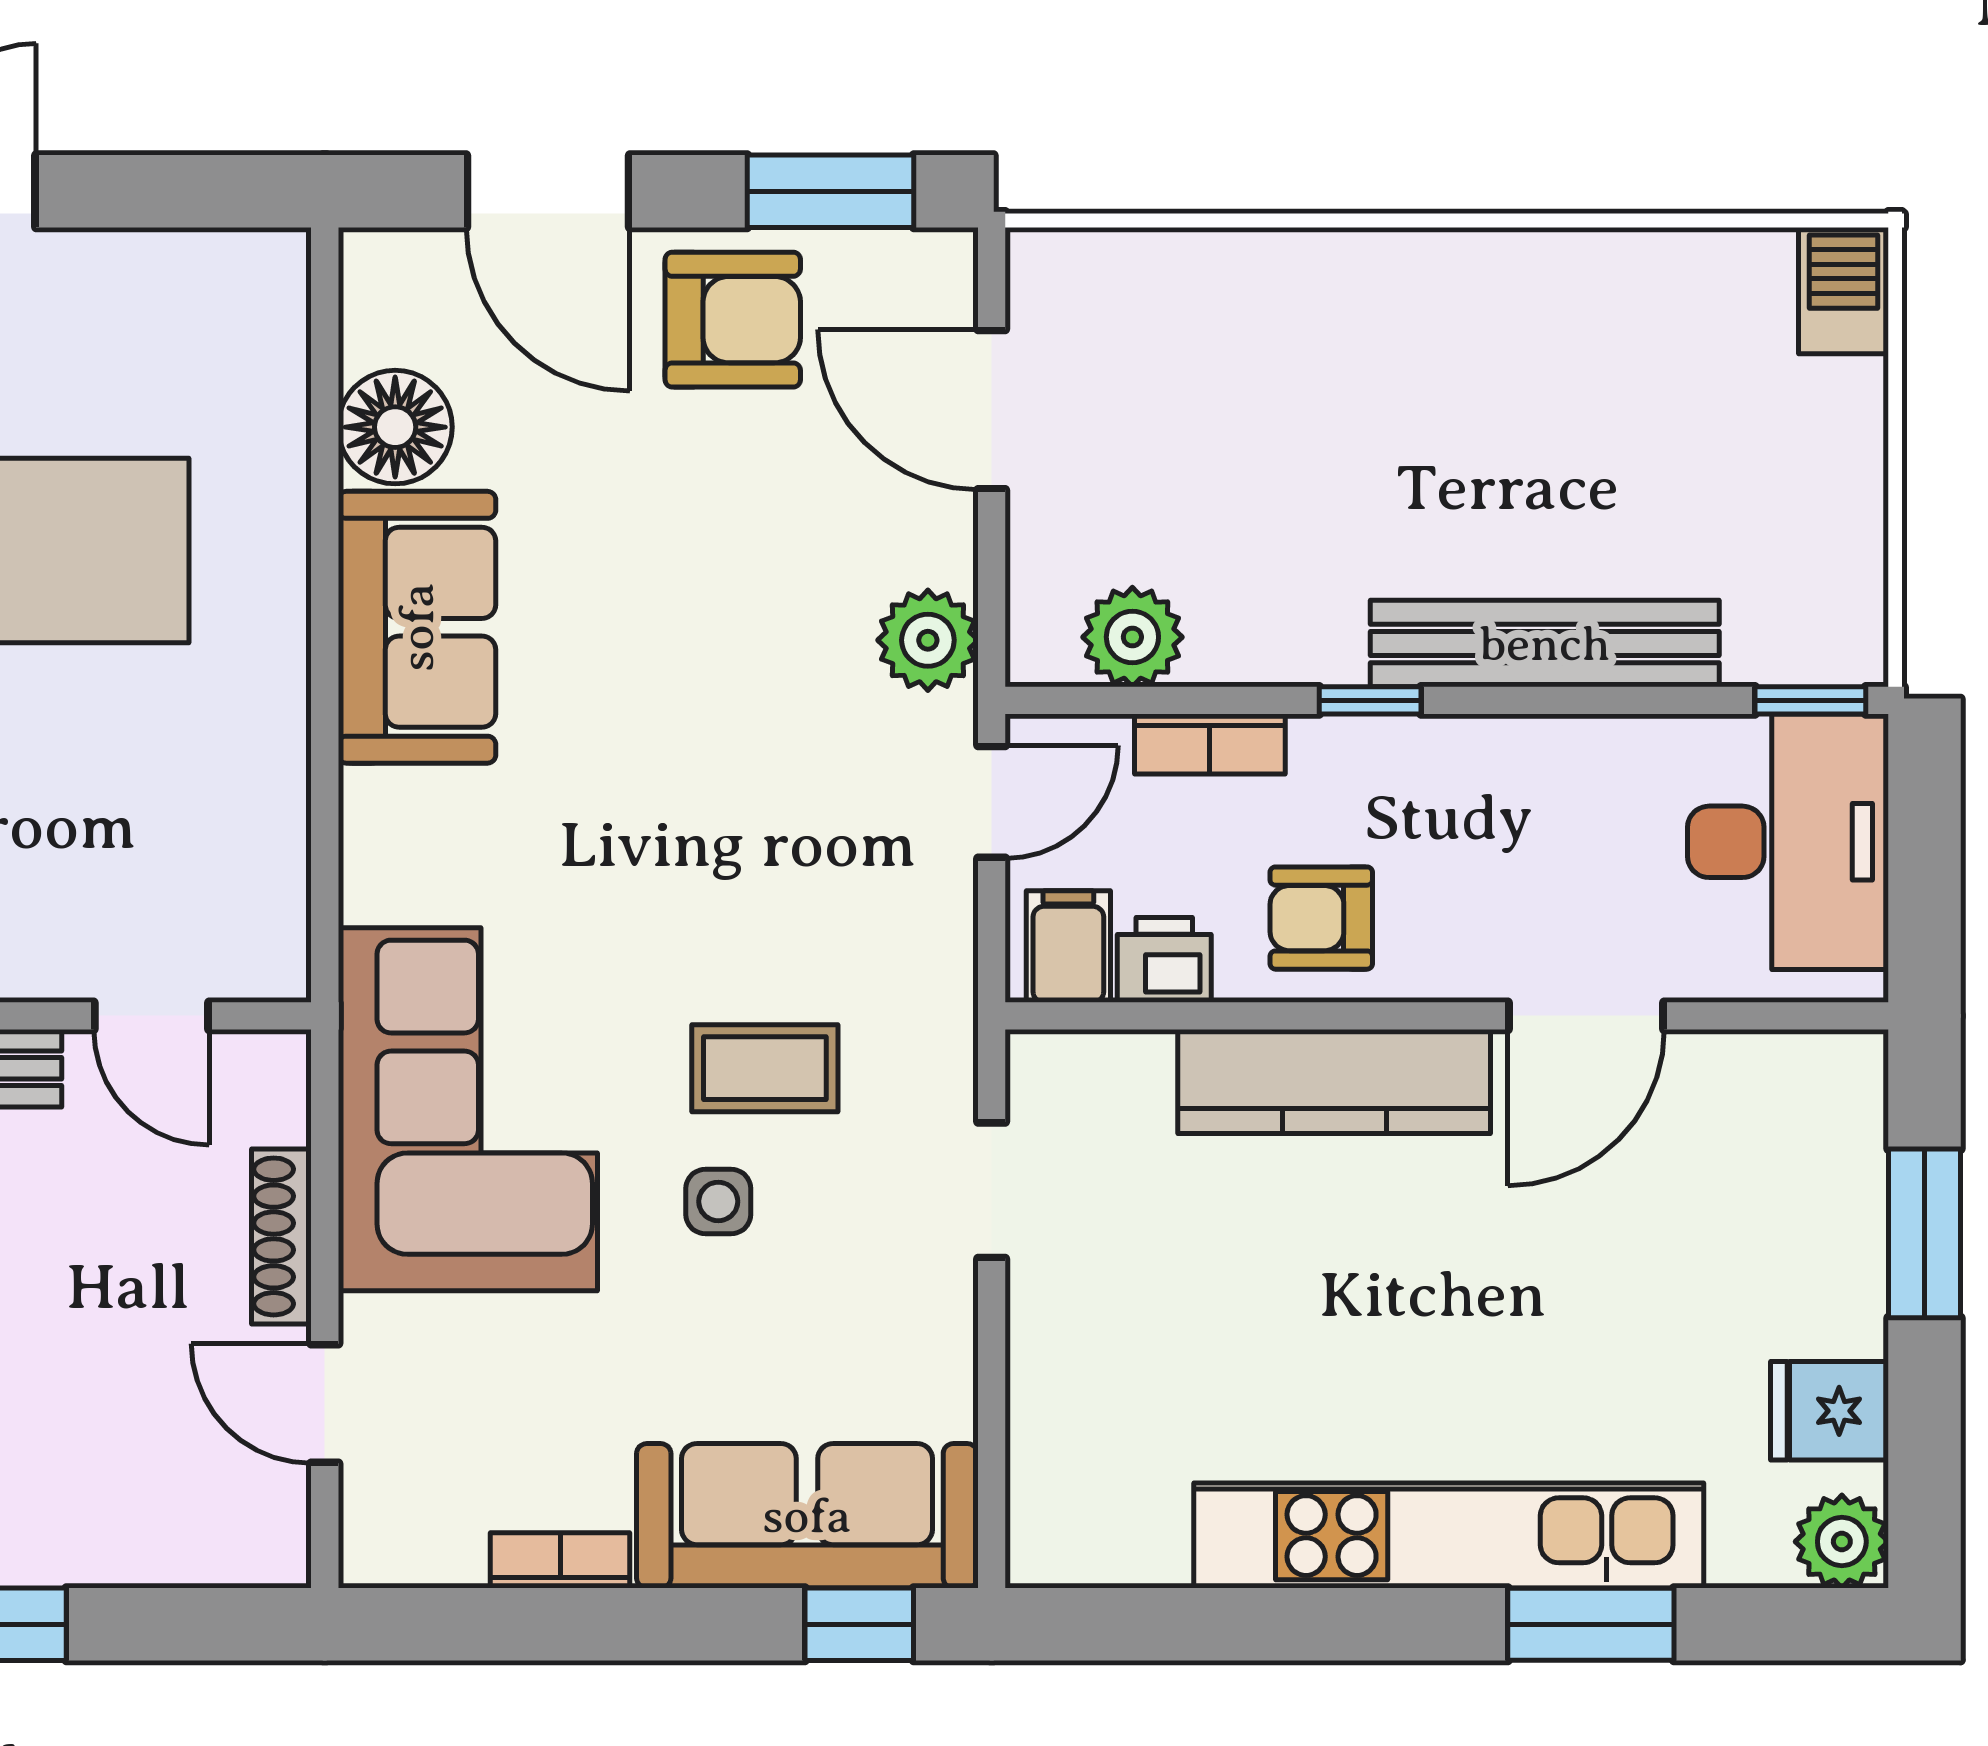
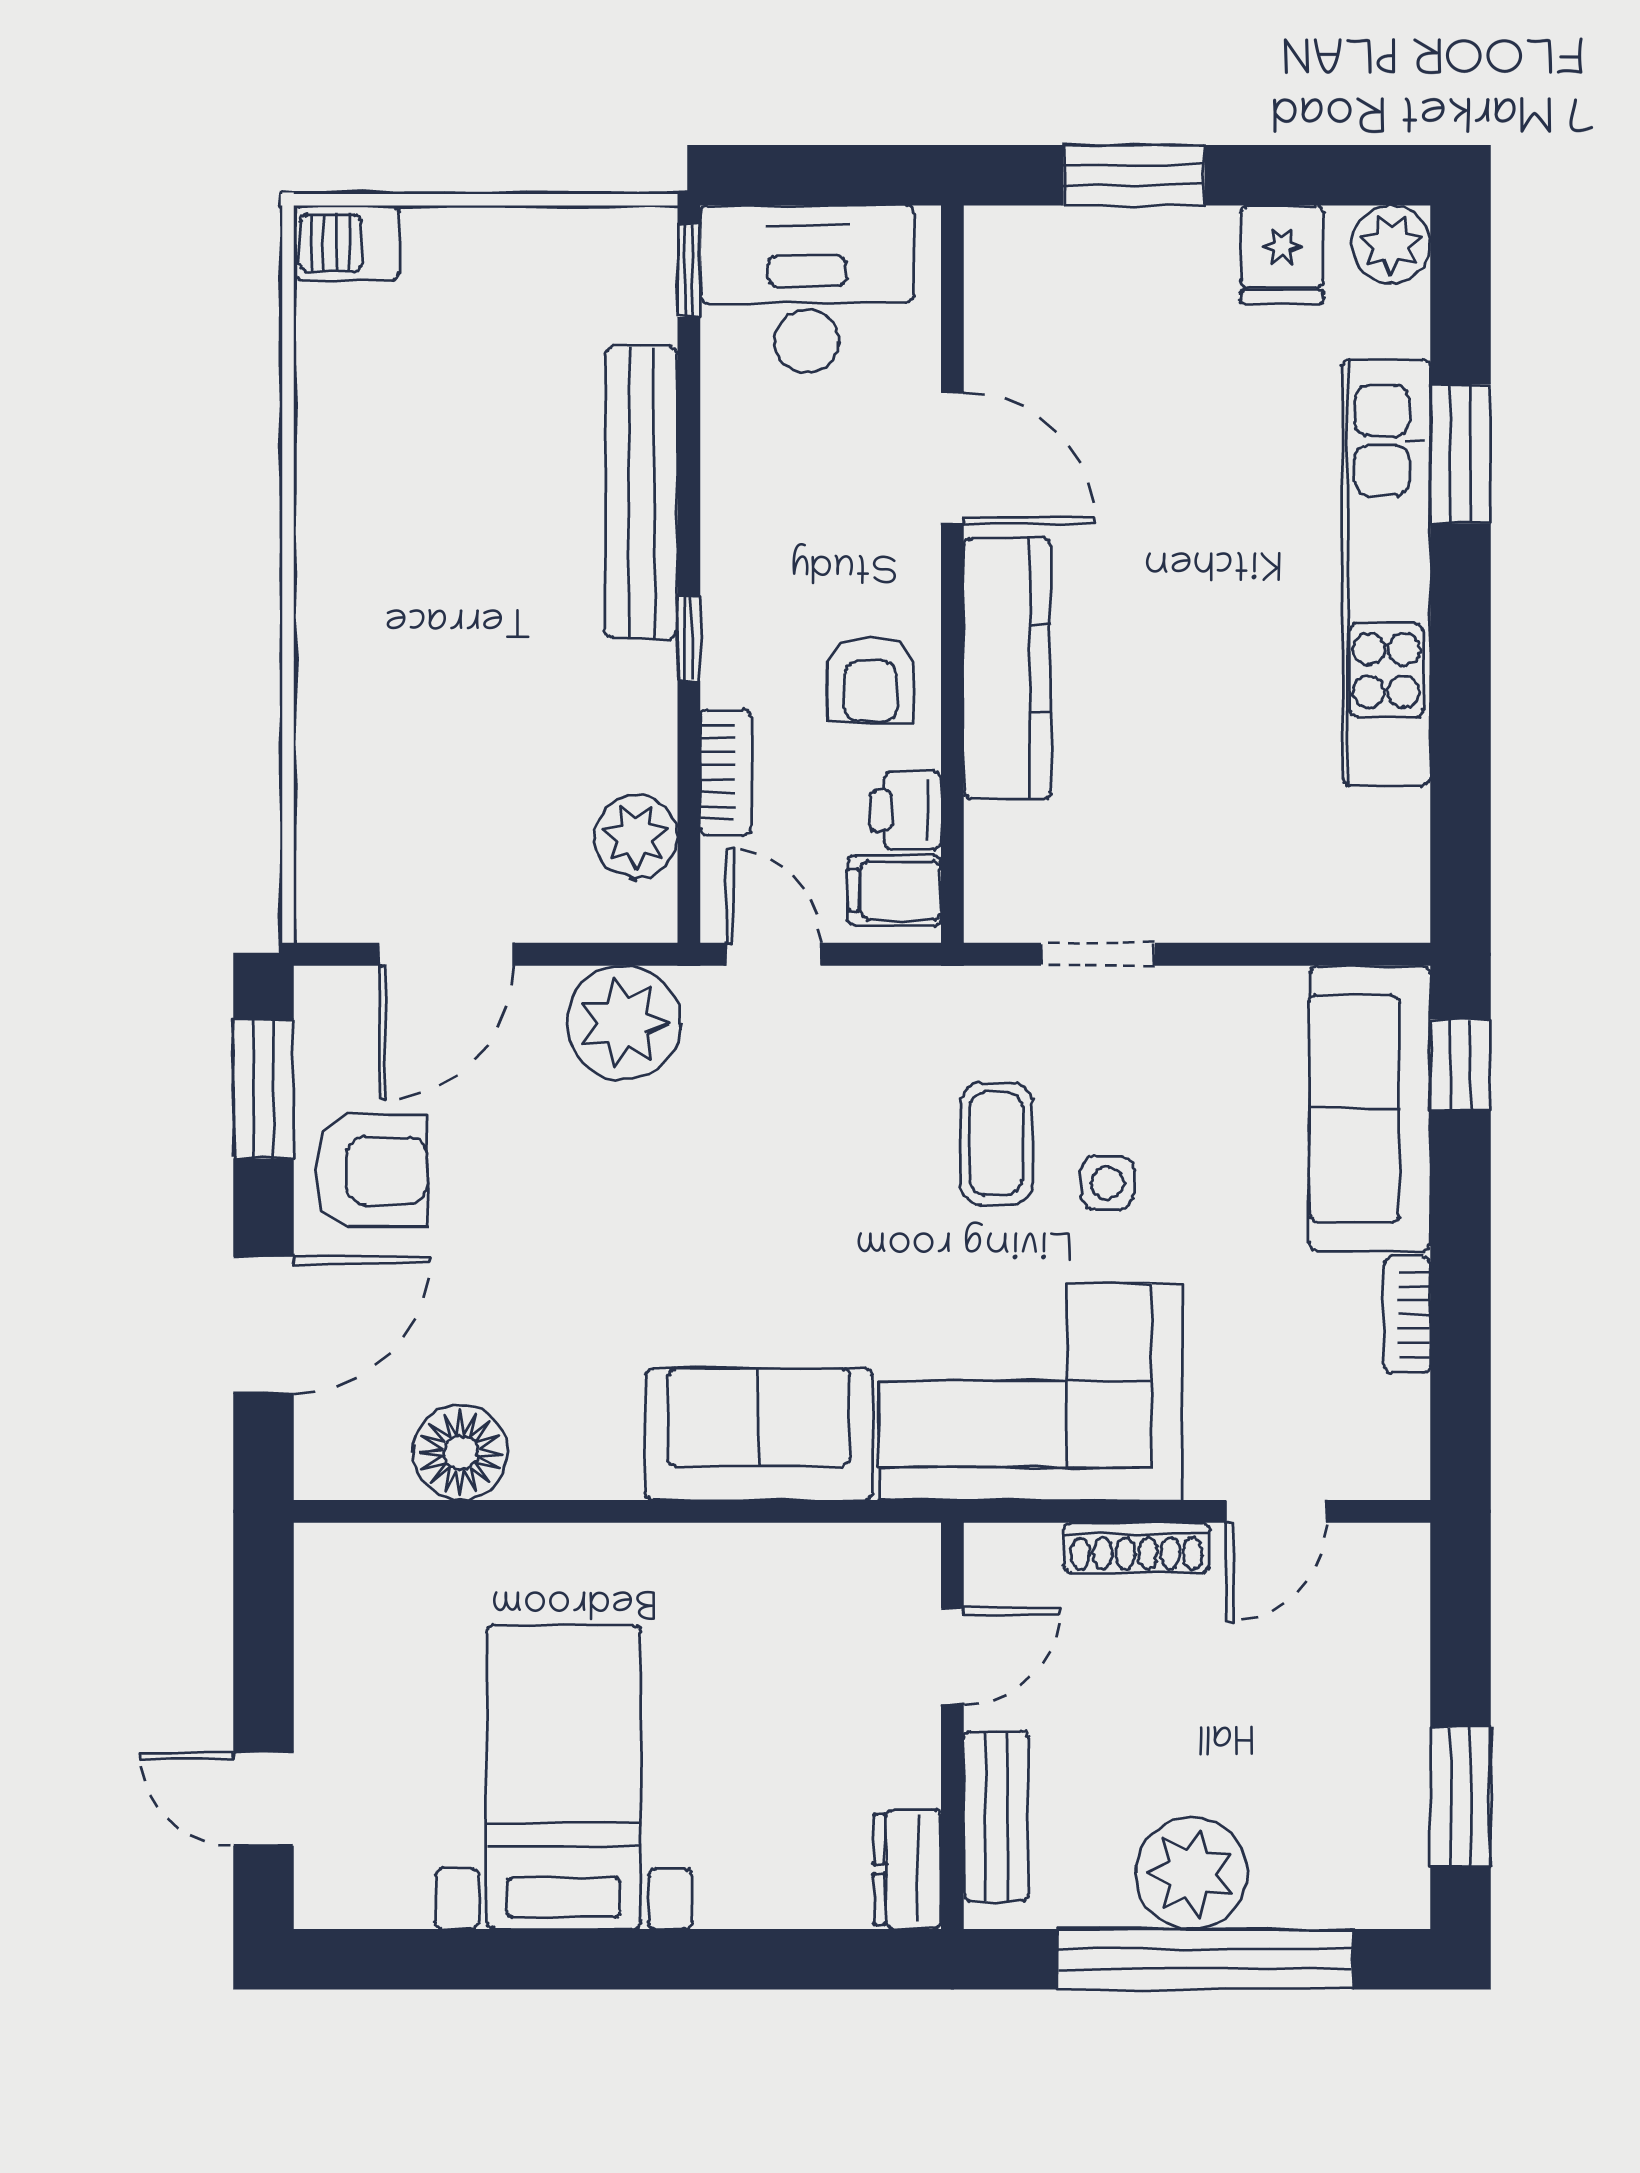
armchair: (733, 320) -> (371, 1171), turned 90
sofa: (417, 627) -> (759, 1434), moved
plant: (928, 640) -> (623, 1023), width x1.36, depth x1.36

